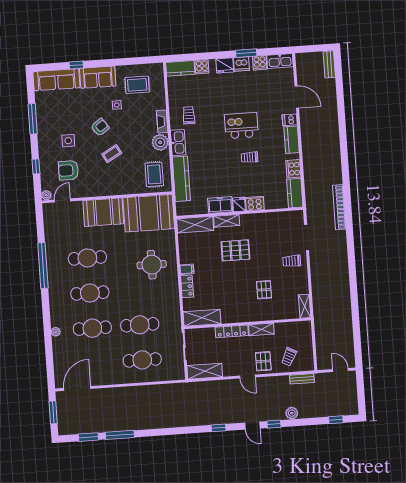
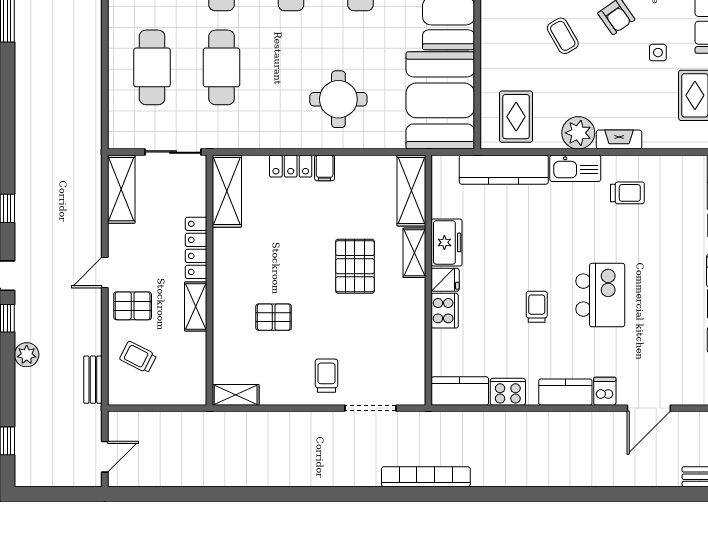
rug: (154, 174) -> (516, 117), turned 90

